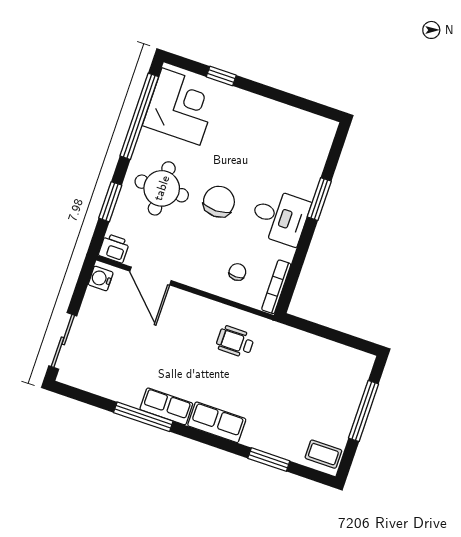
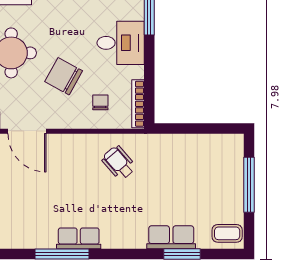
chair: (219, 202) -> (64, 76), moved, turned -61
wheelchair: (235, 342) -> (119, 163), turned 49
row of seats: (217, 422) -> (171, 237), moved

